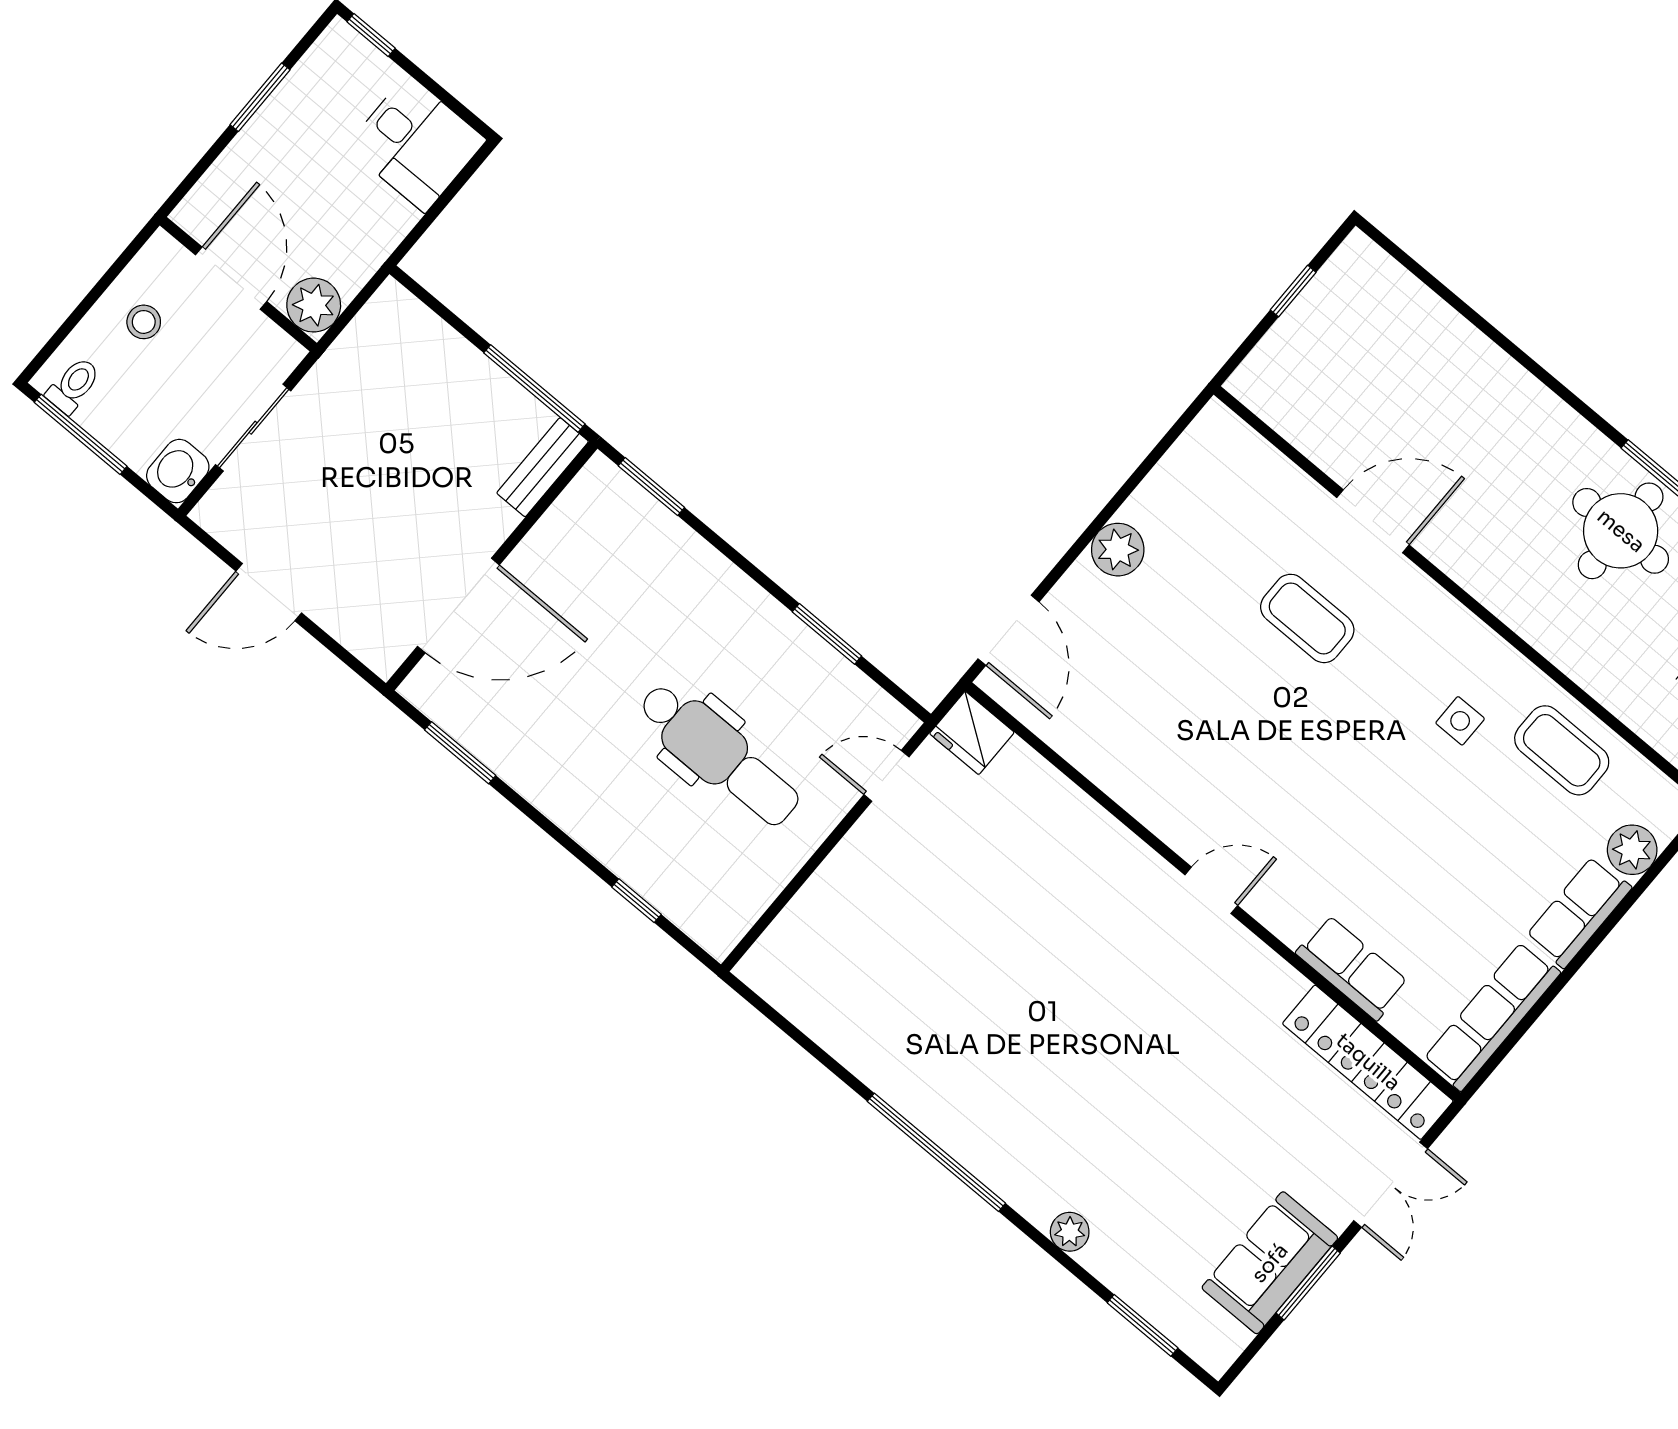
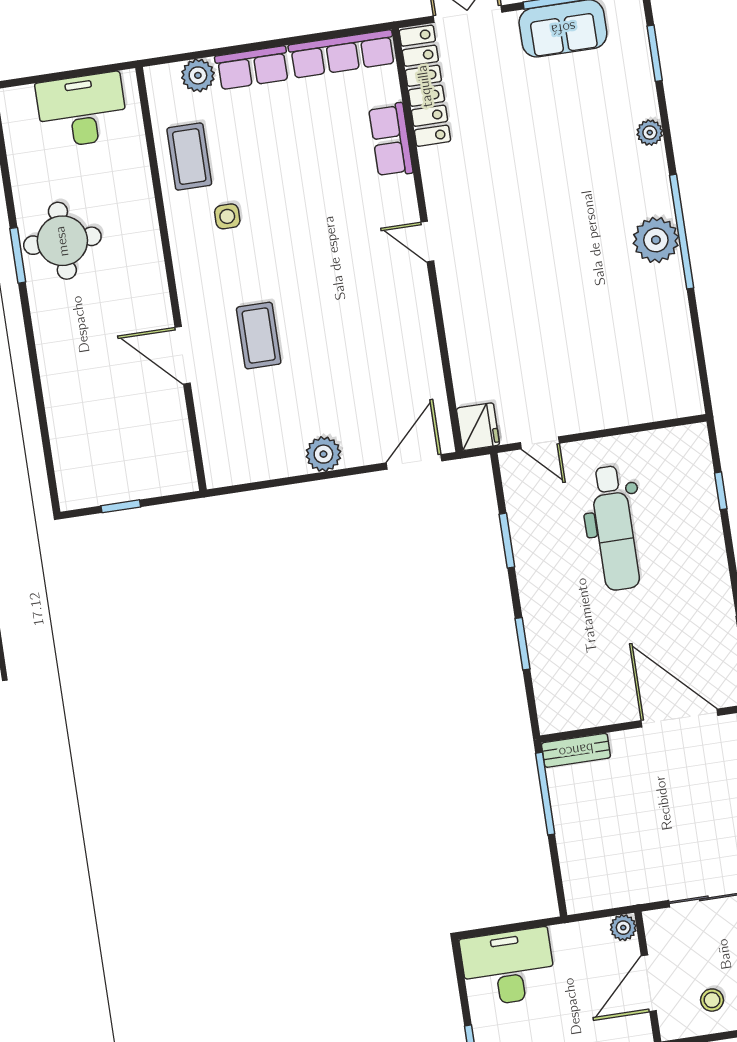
desk: (416, 143) -> (508, 967), width x1.37
plant: (314, 305) -> (623, 928), width x0.73, depth x0.73
window: (651, 487) -> (522, 644), moved
dental chair: (719, 754) -> (615, 528), turned 180
plant: (957, 1118) -> (656, 240), added

